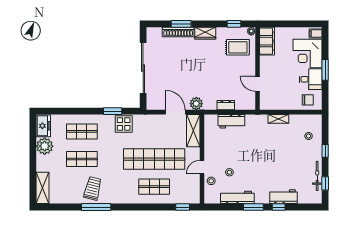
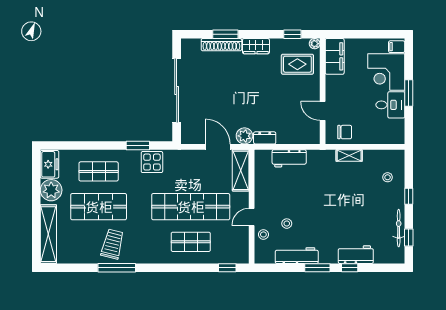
chair: (308, 100) -> (345, 132), moved
dresser: (226, 105) -> (265, 138), moved
shop shelf: (82, 159) -> (99, 207), width x1.43, depth x1.36
shelving: (42, 188) -> (48, 234), width x1.47

